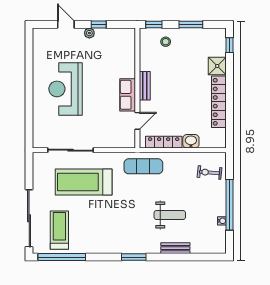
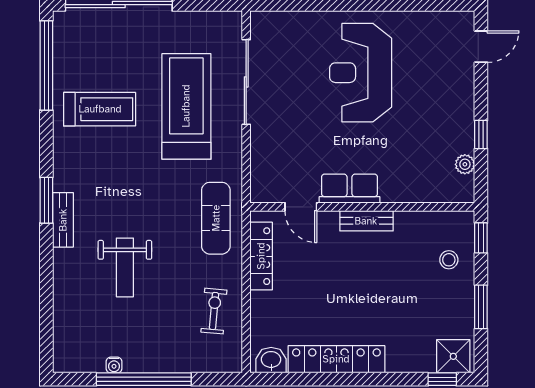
door: (66, 24) -> (481, 47), moved
plant: (89, 33) -> (465, 164), moved
shower: (217, 66) -> (453, 356), moved
reception desk: (66, 89) -> (361, 73), turned -90
washbasin: (191, 141) -> (271, 360), moved, turned -90
exercise bike: (210, 173) -> (214, 311), moved
treadmill: (59, 230) -> (100, 109), moved
bench: (175, 248) -> (63, 220), moved

